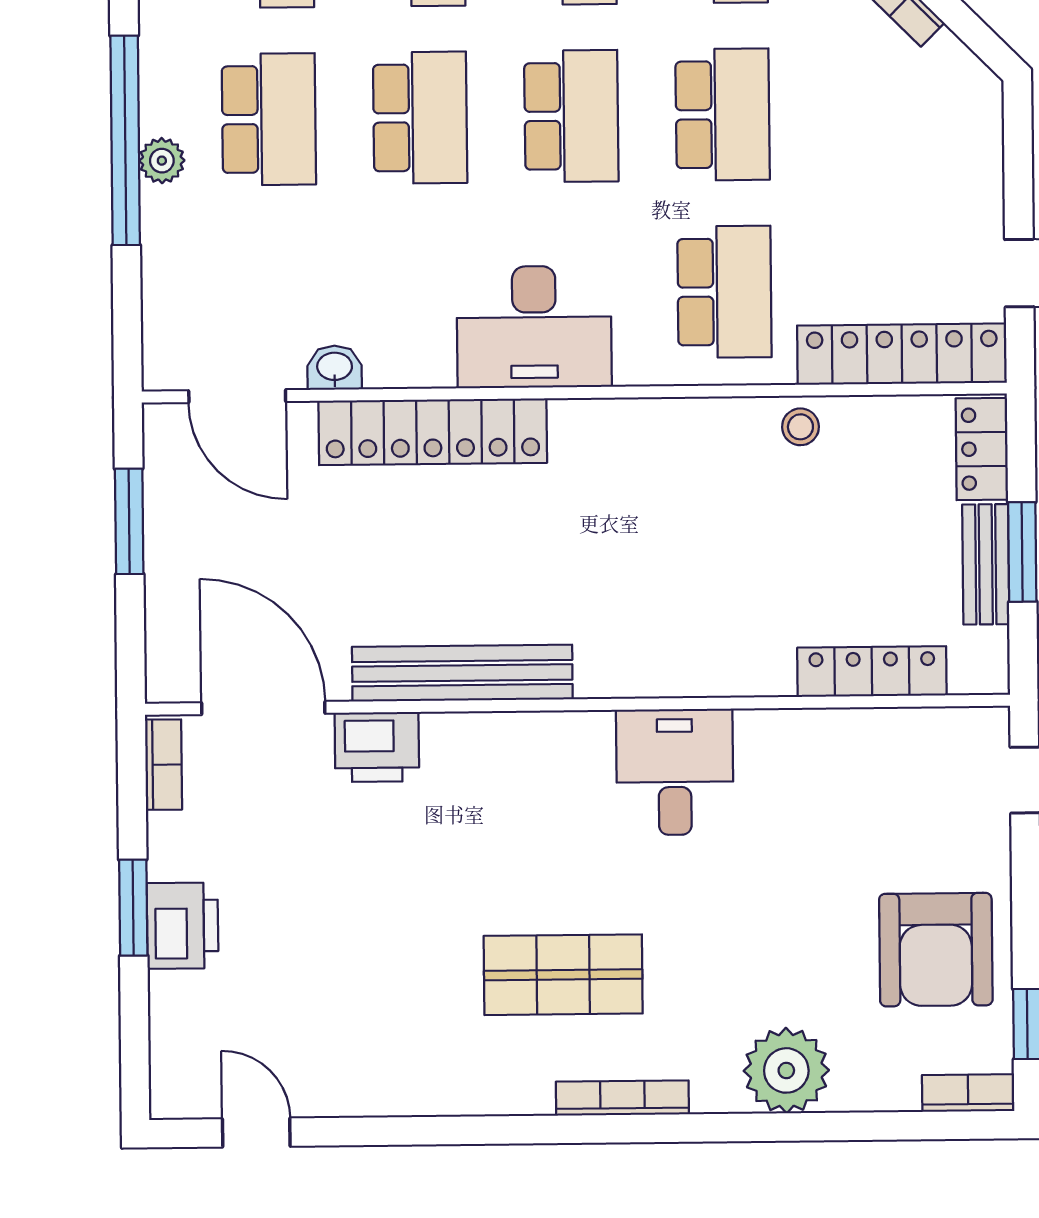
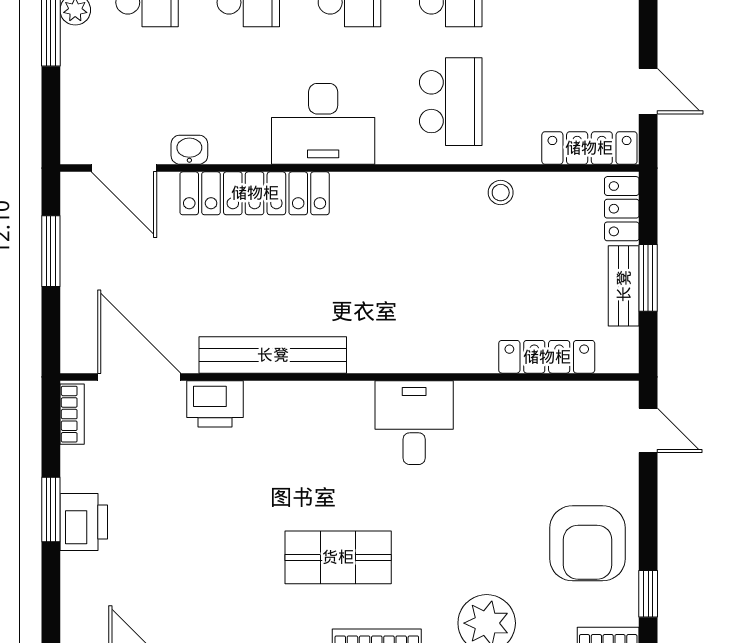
locker: (902, 354) -> (589, 148), width x0.71, depth x0.83

